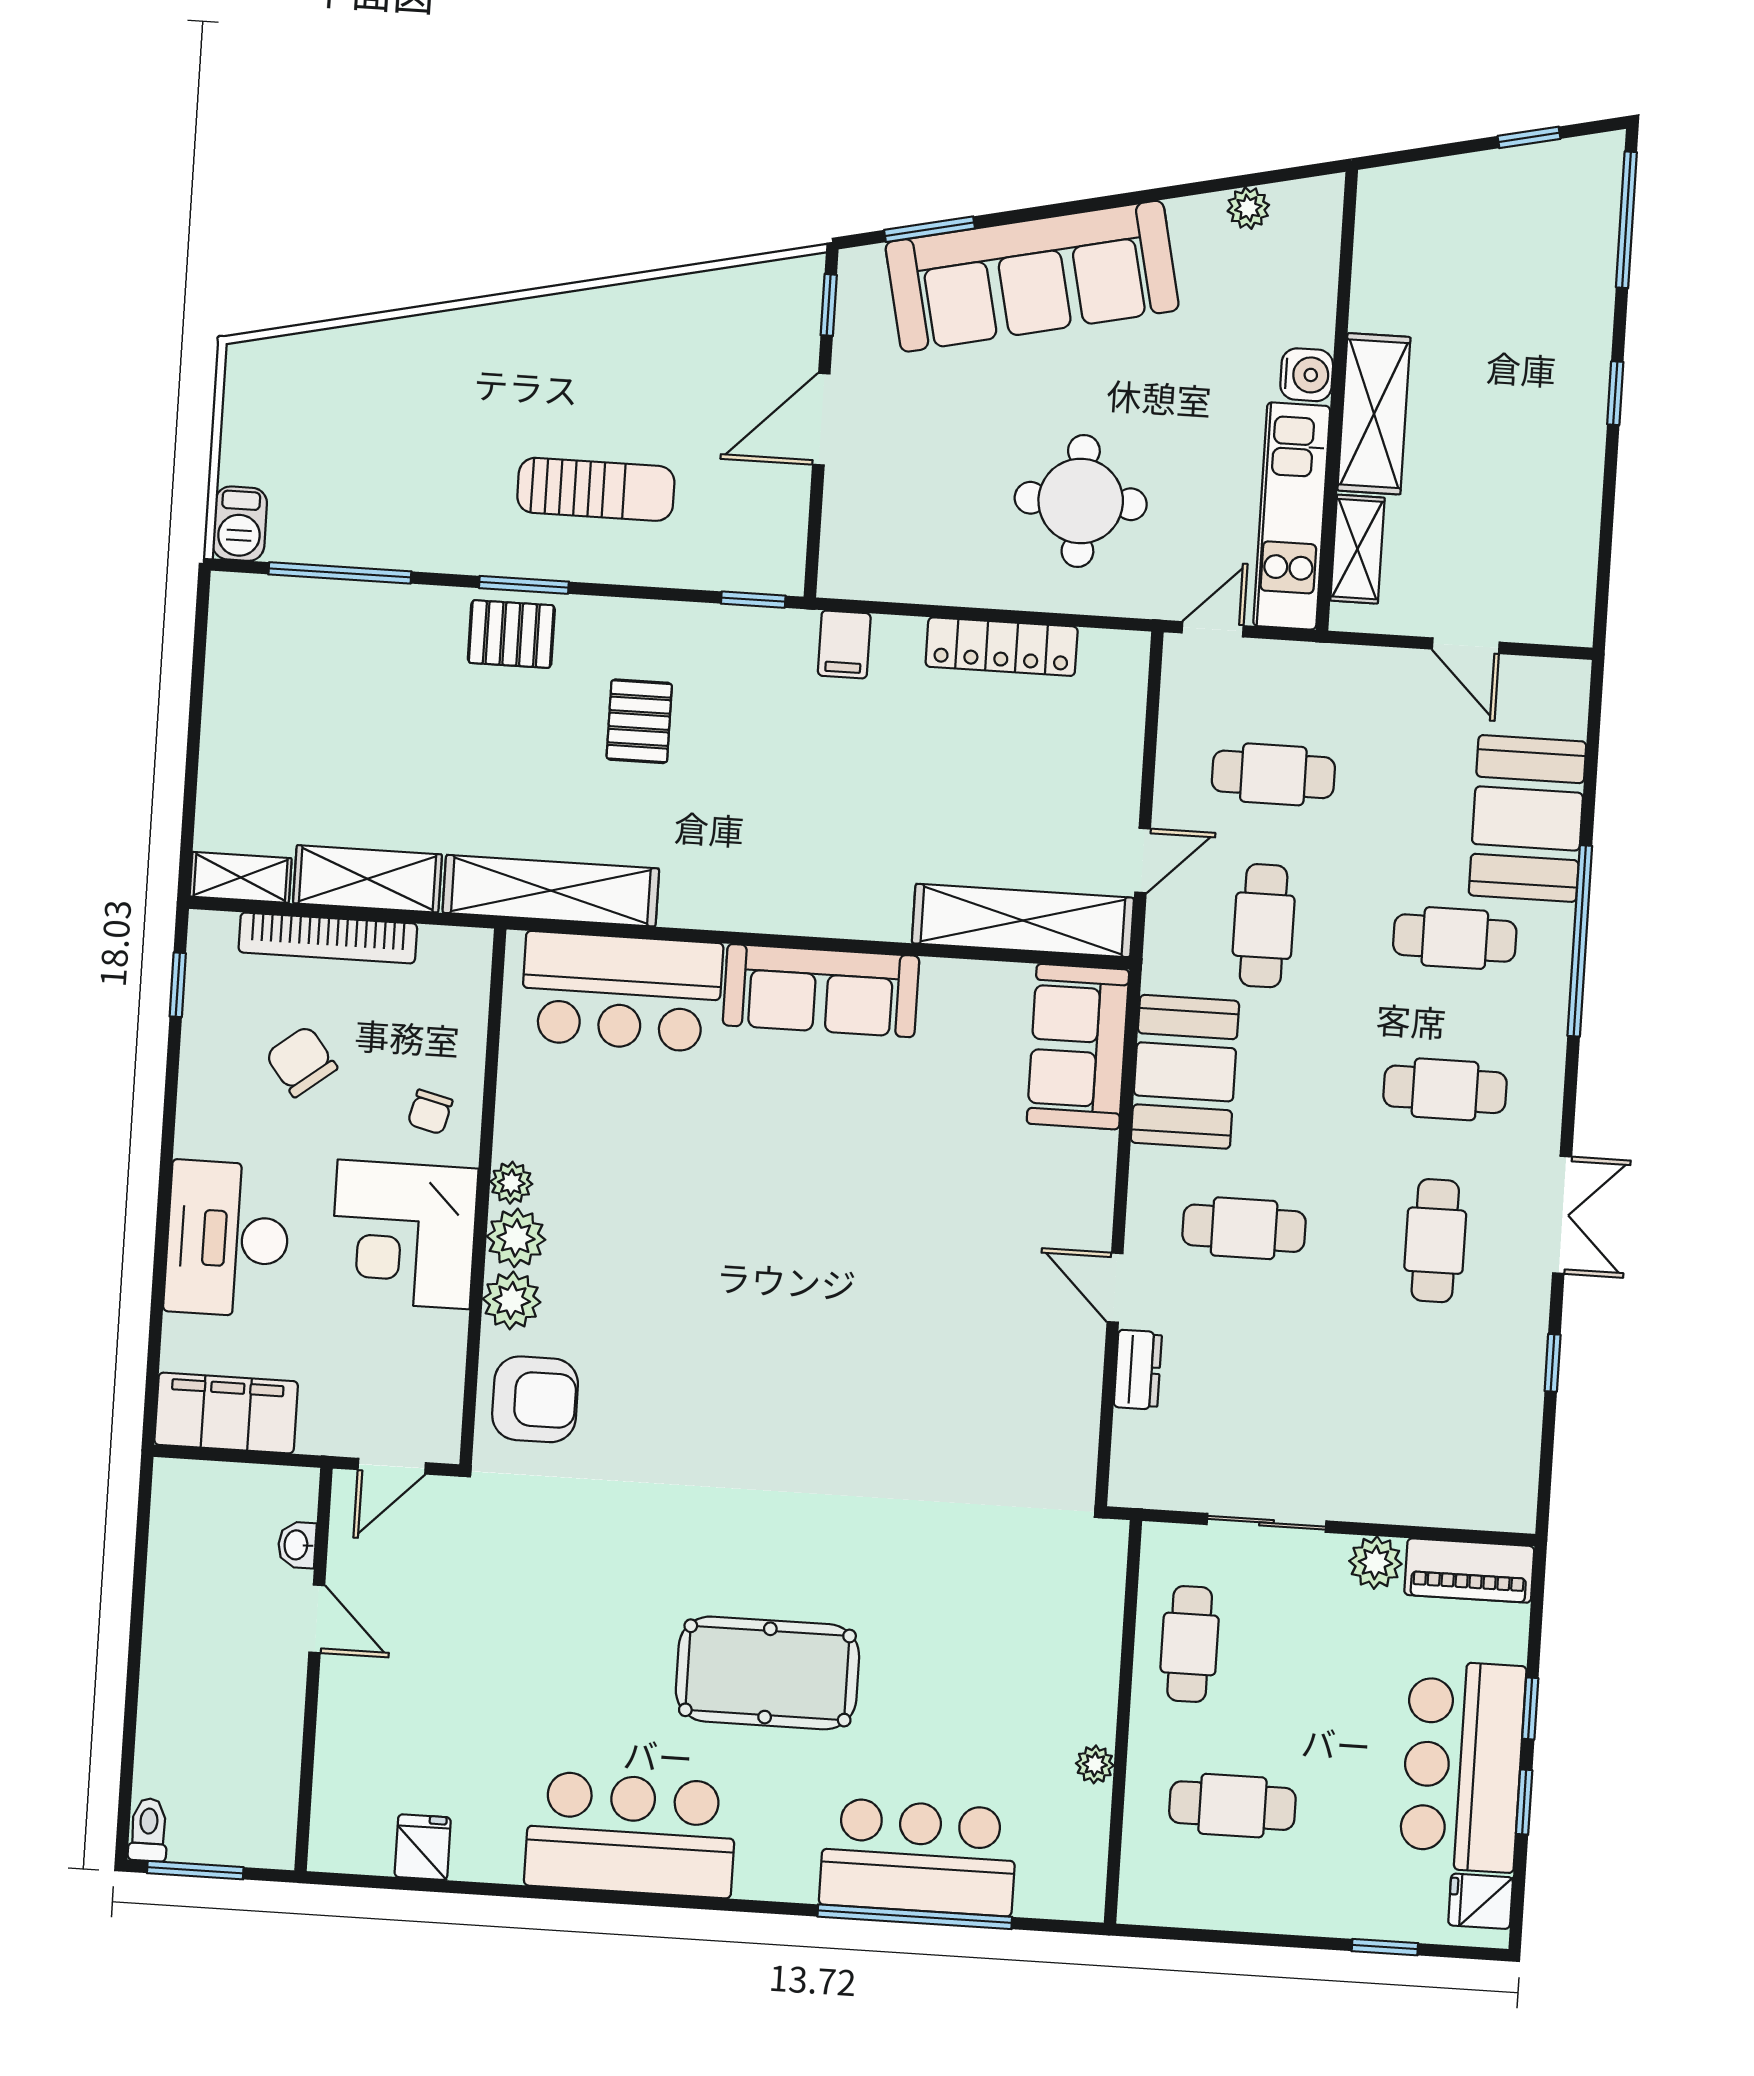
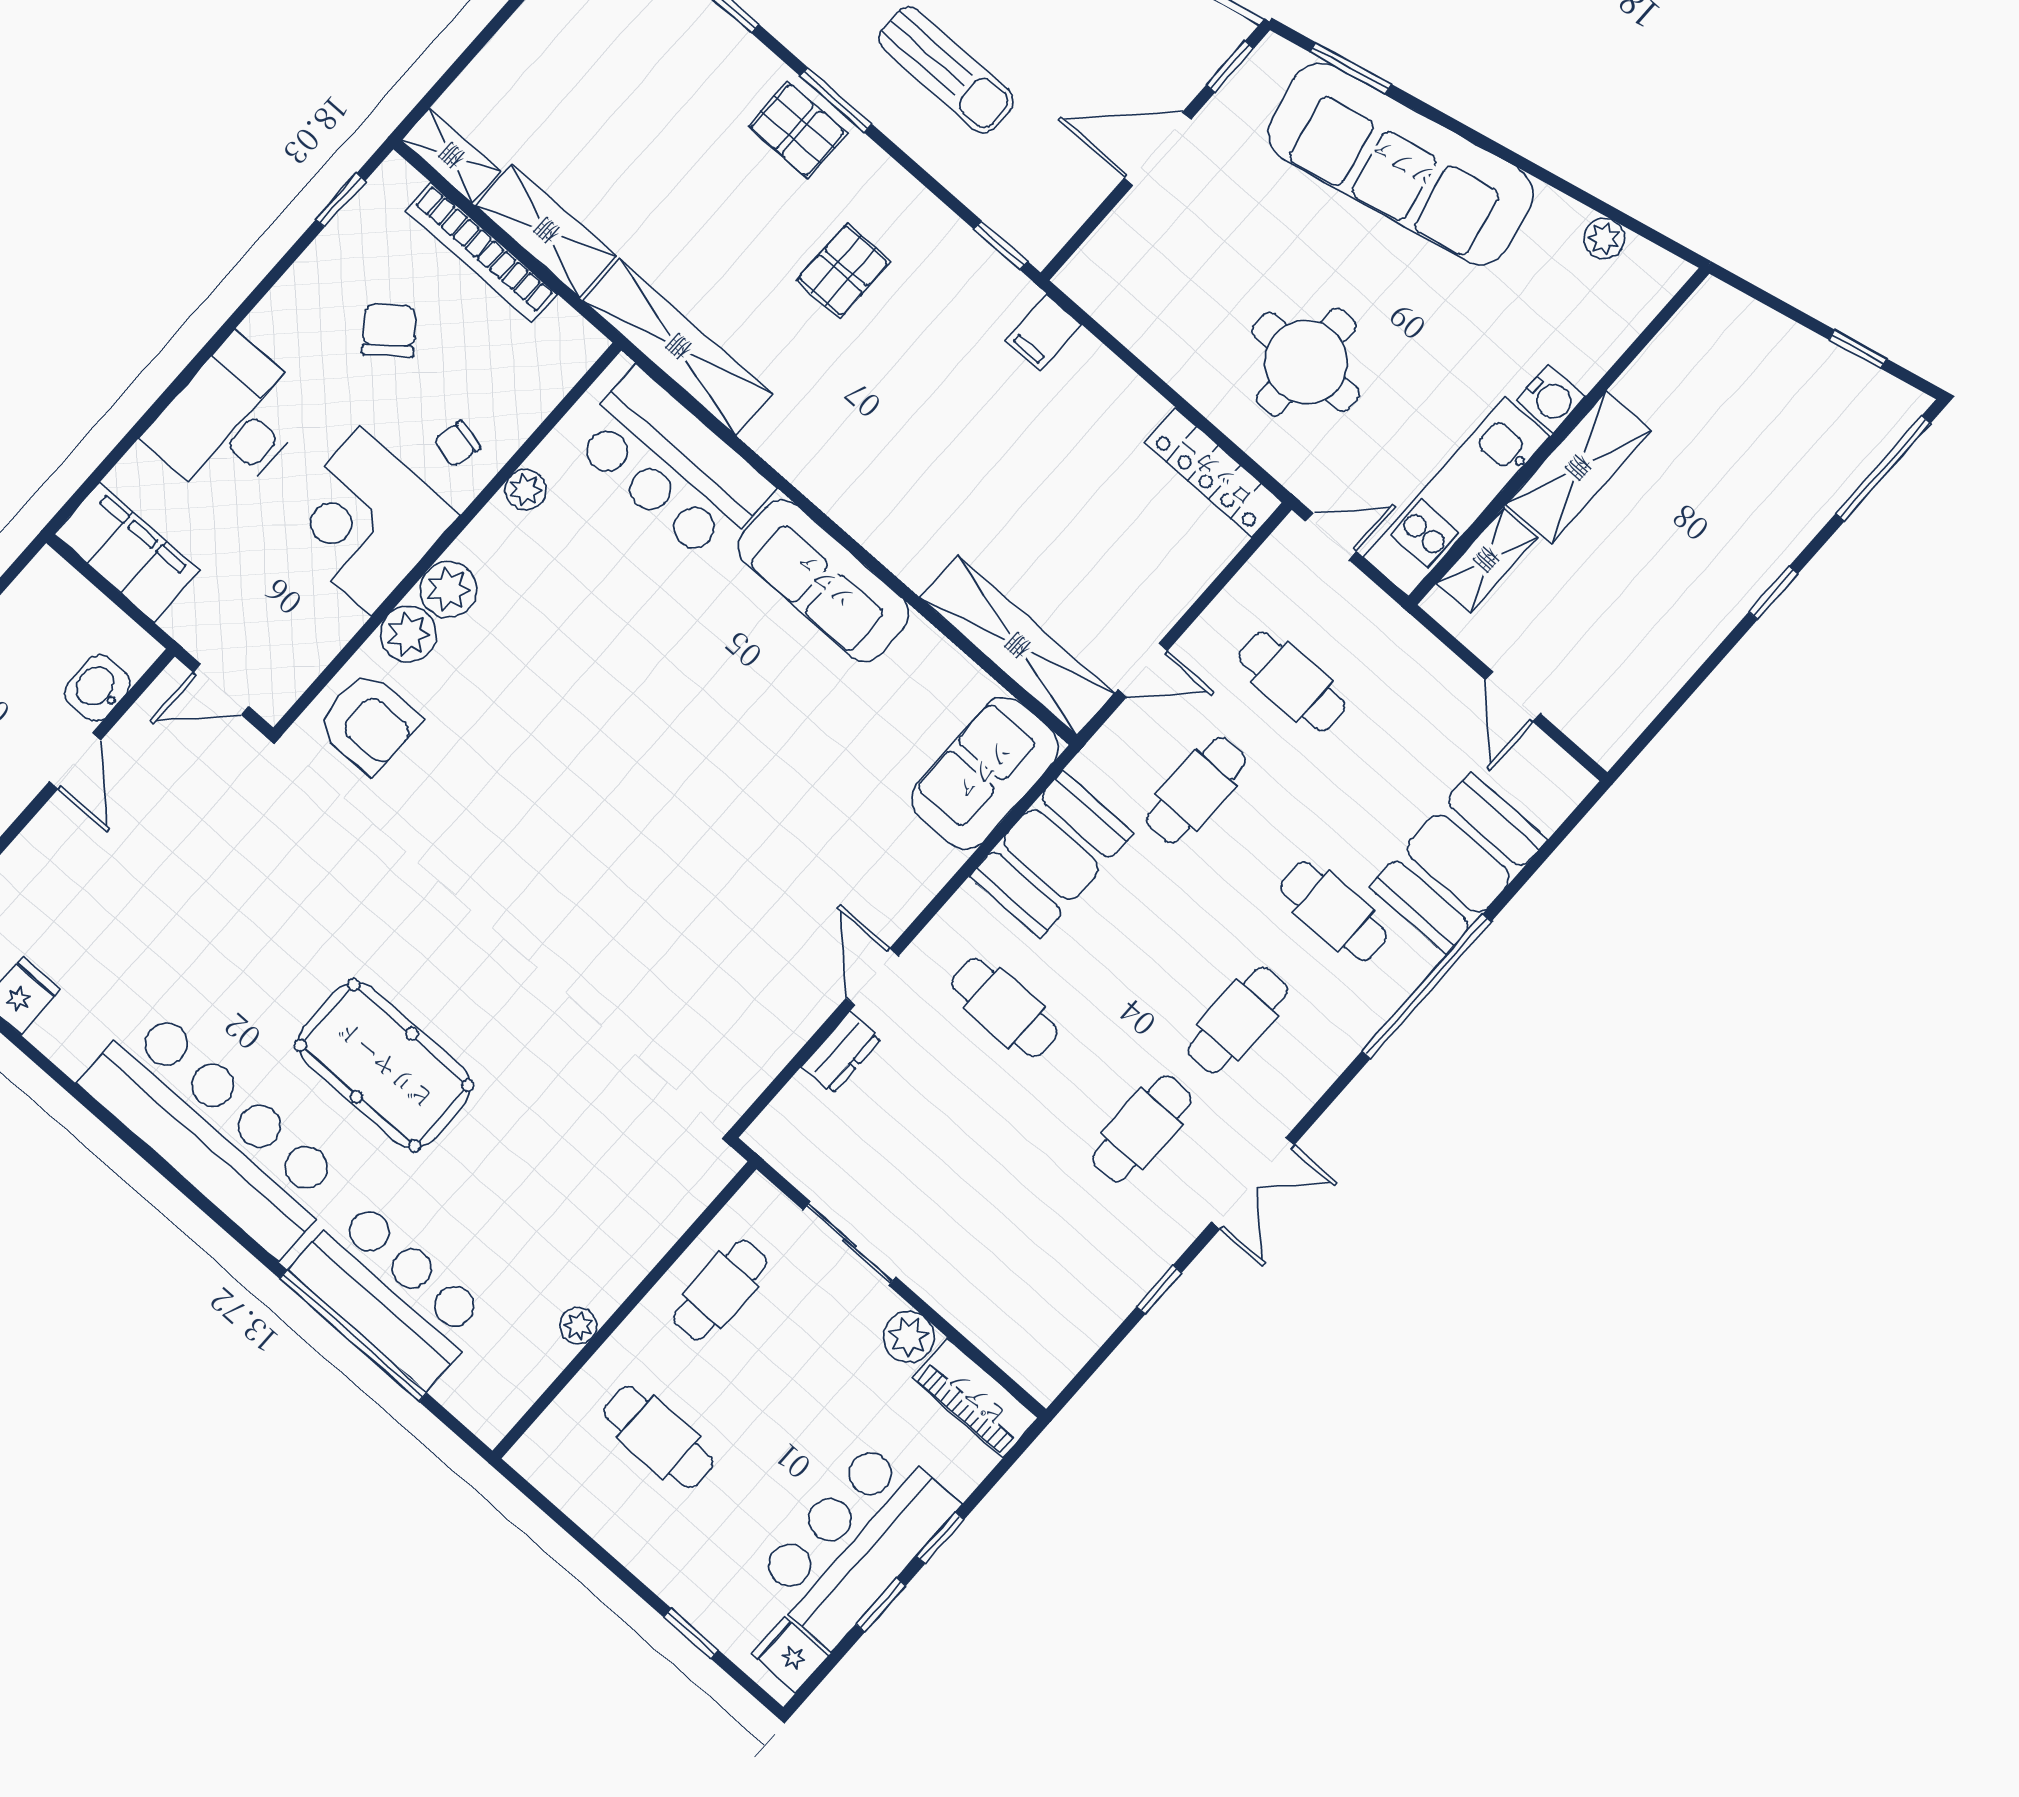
locker: (1002, 647) -> (1214, 472), moved
cafe table: (1445, 1089) -> (1238, 1020), turned 90
plant: (511, 1183) -> (526, 490), moved
washbasin: (297, 1545) -> (97, 688), width x1.38, depth x1.45
bar counter: (631, 1834) -> (214, 1131), width x1.36

